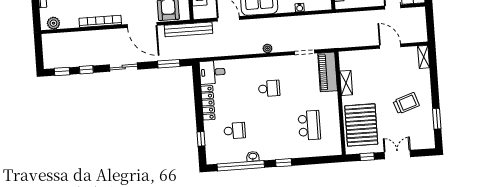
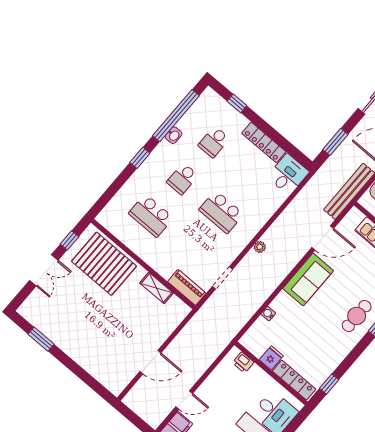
shelving: (424, 57) -> (110, 383), removed
piano: (328, 72) -> (187, 287), width x0.73, depth x0.75
school desk: (269, 89) -> (221, 212), width x1.85
trolley: (406, 103) -> (83, 325), removed
school desk: (272, 128) -> (182, 179), added

